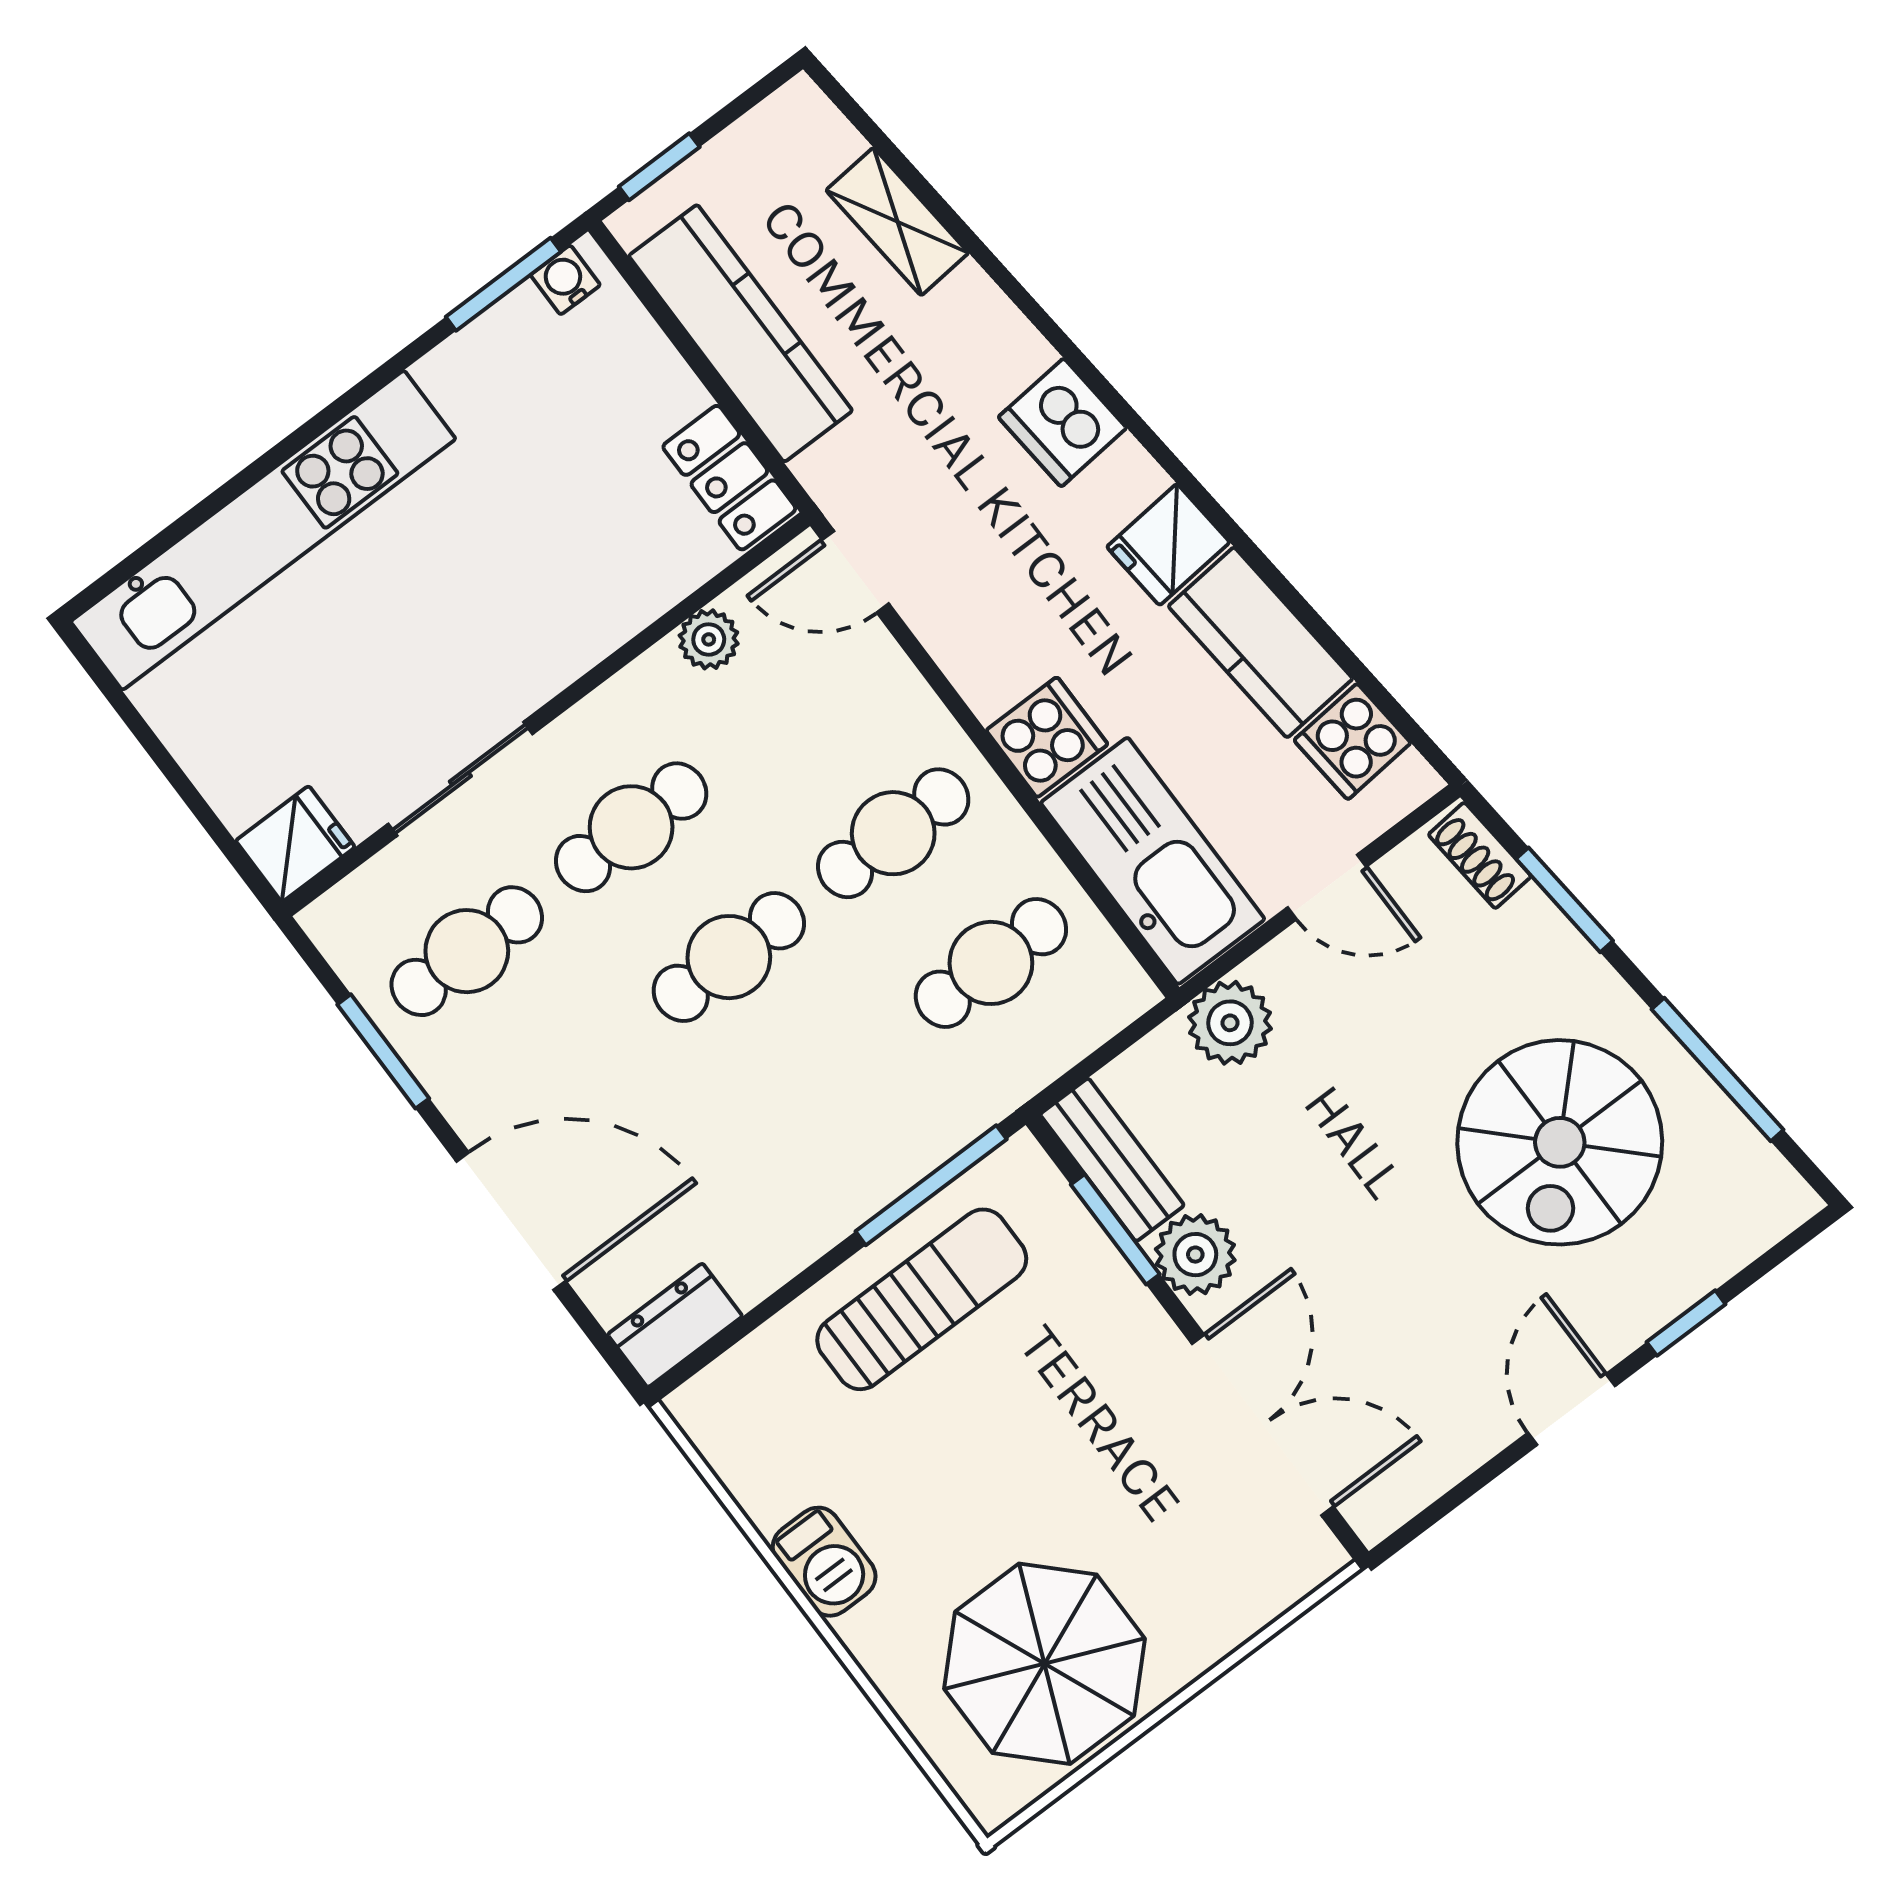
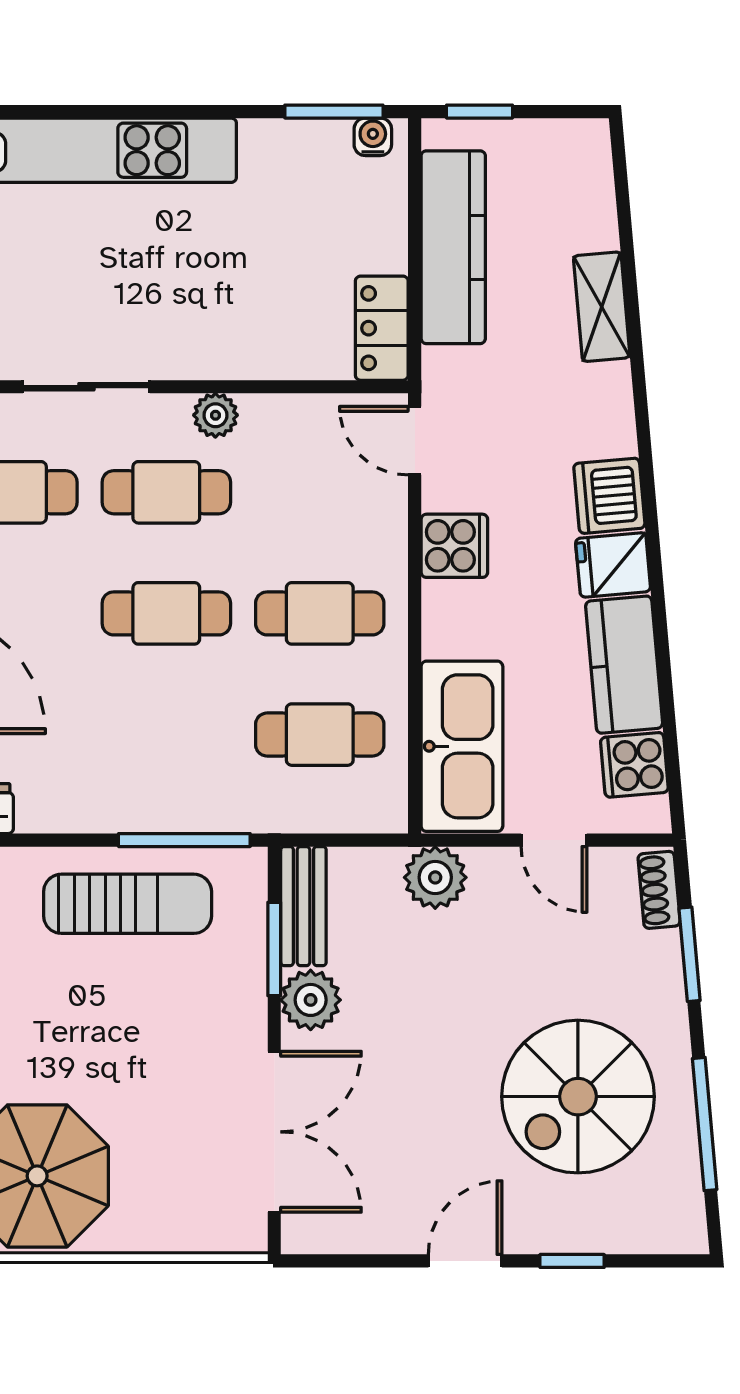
shelving: (897, 222) -> (602, 307), moved
dishwasher: (1062, 423) -> (609, 496), moved
plant: (709, 639) -> (215, 415), moved
cooker: (1047, 737) -> (454, 546), moved

